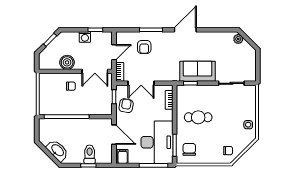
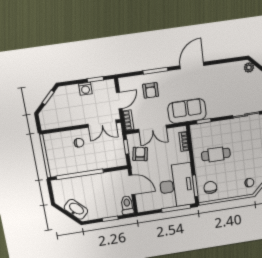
boiler: (67, 62) -> (71, 119), removed
sofa: (198, 71) -> (187, 111), moved
toilet: (90, 154) -> (127, 205), moved
filing cabinet: (123, 156) -> (144, 205), removed

